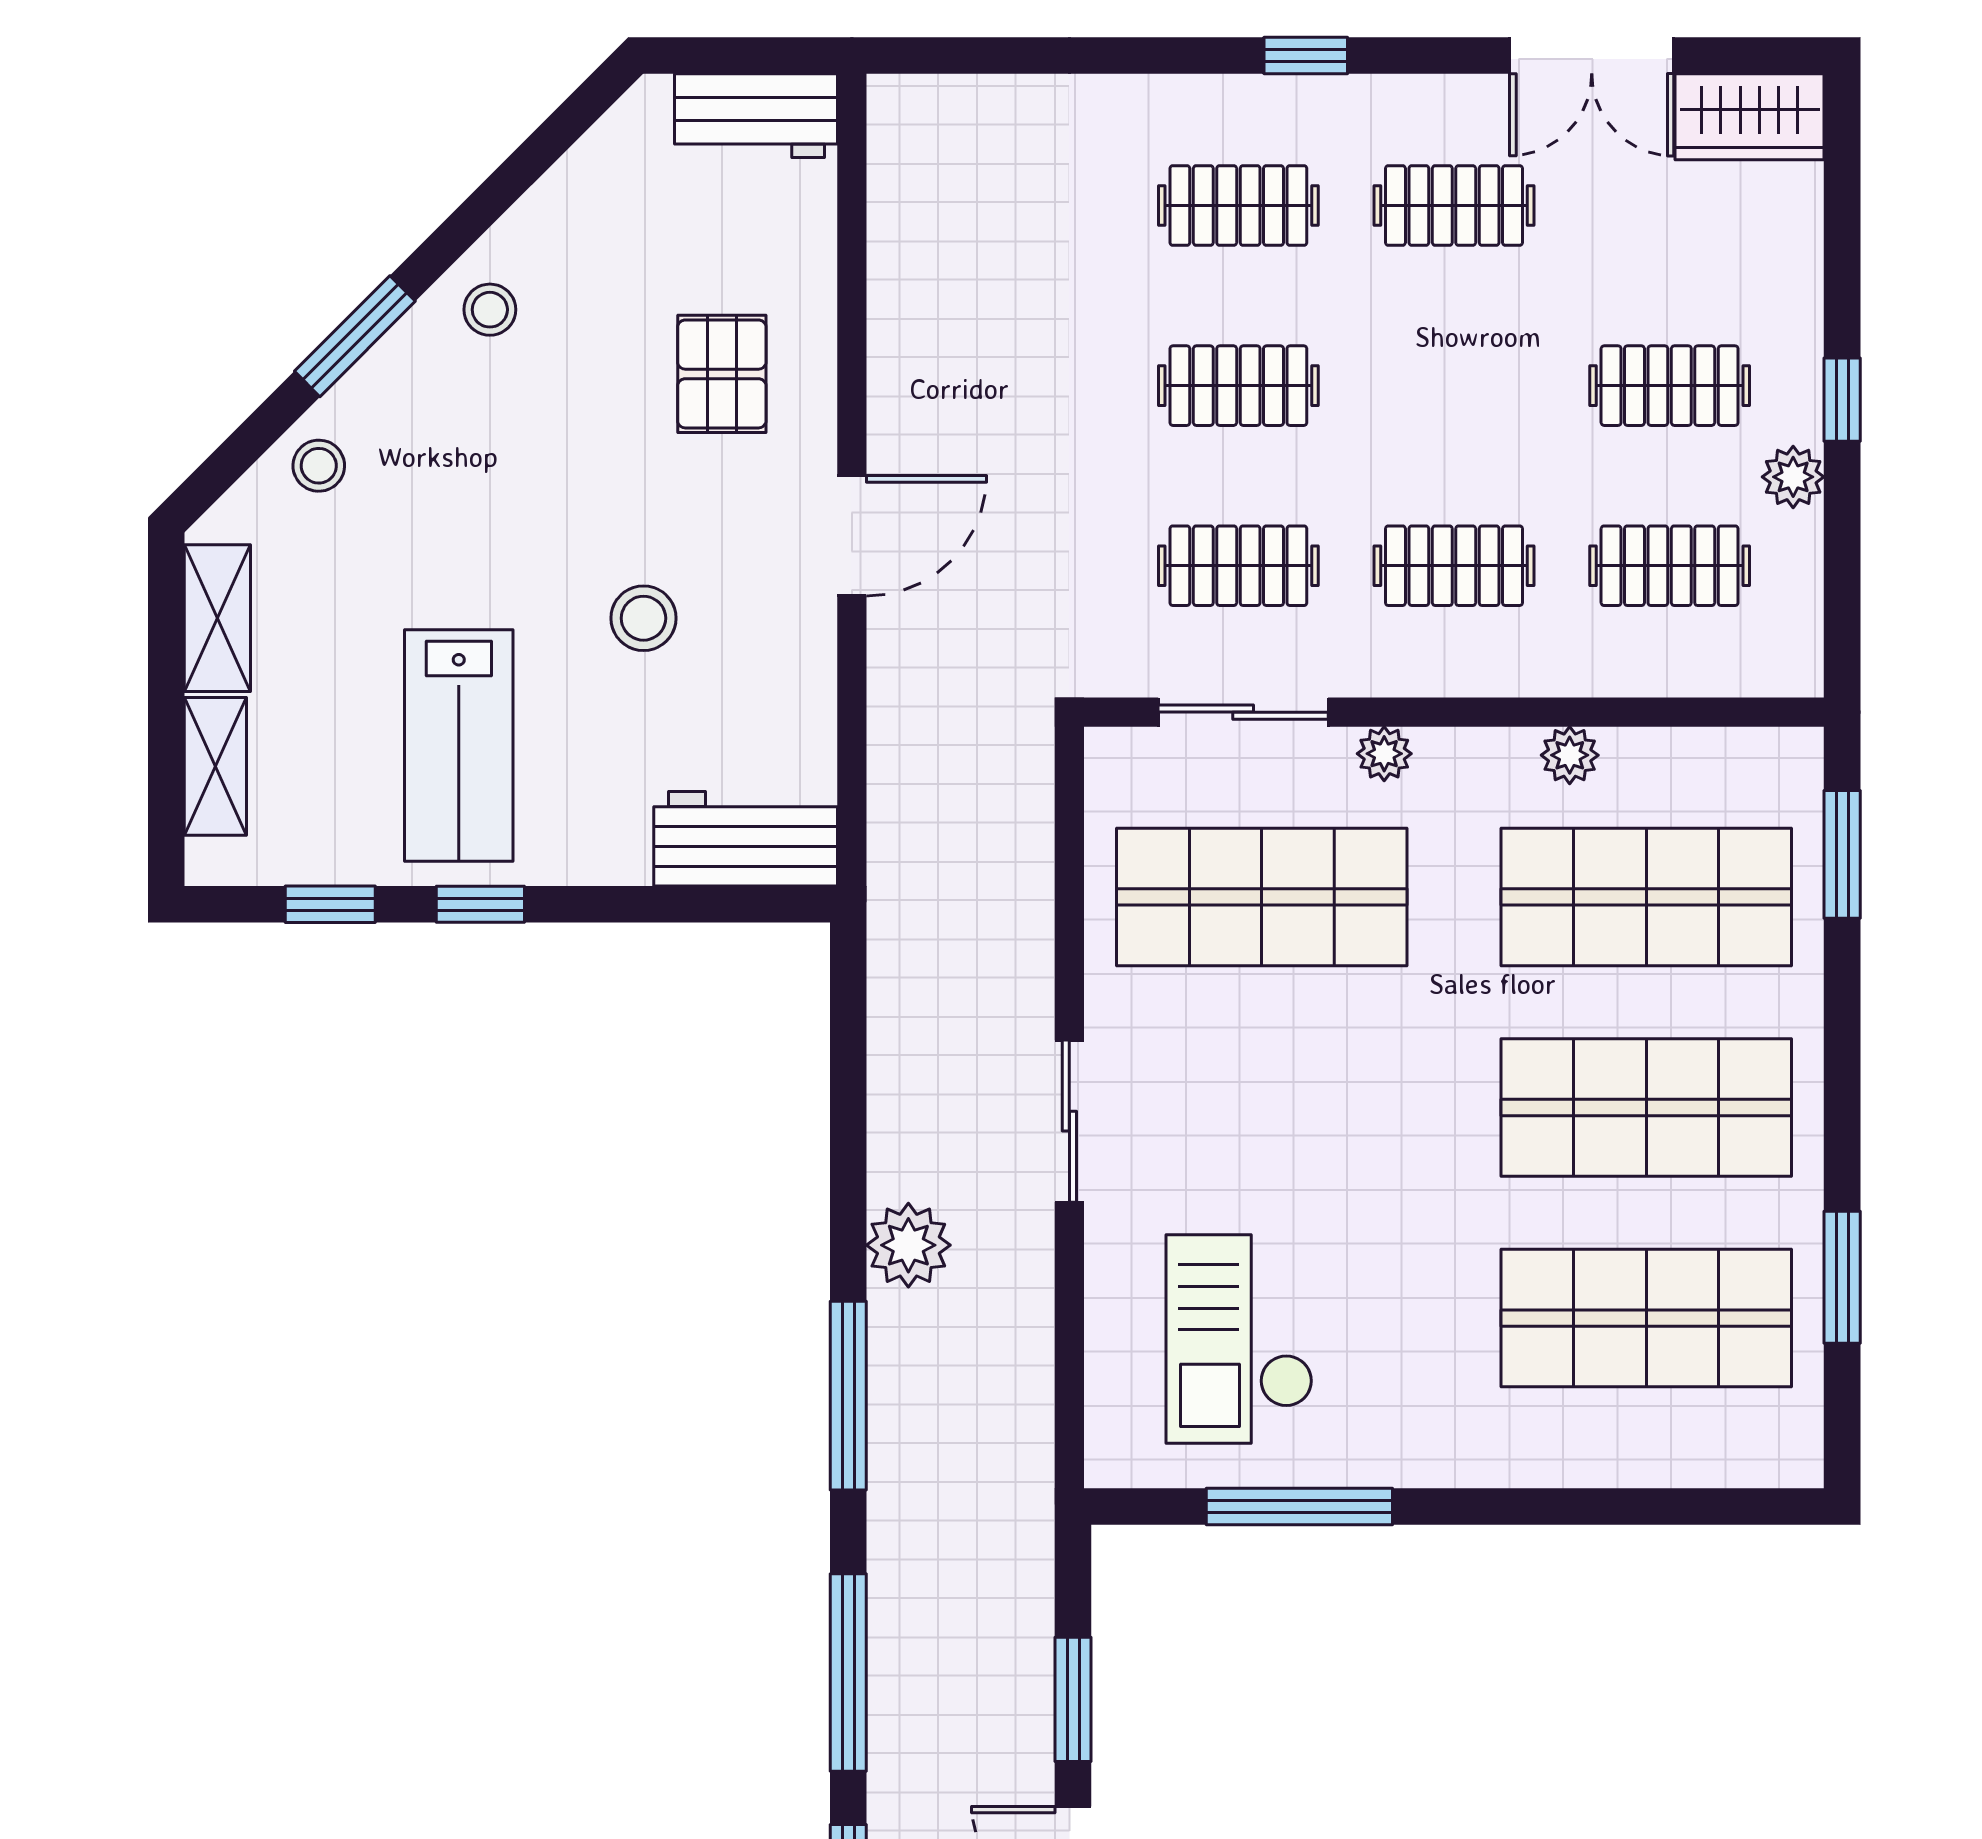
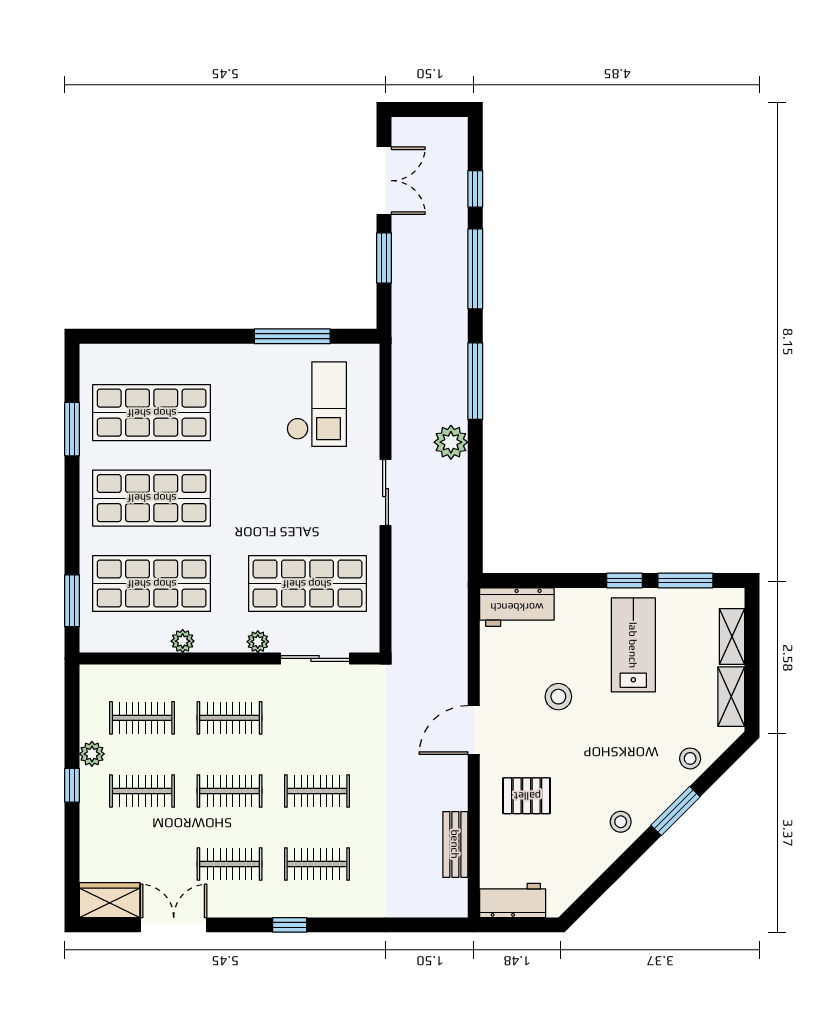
bench: (897, 254) -> (455, 844), added
pallet: (722, 374) -> (527, 796), turned 90
clothes rail: (1238, 566) -> (230, 791), moved
window: (330, 904) -> (685, 580), width x1.50

